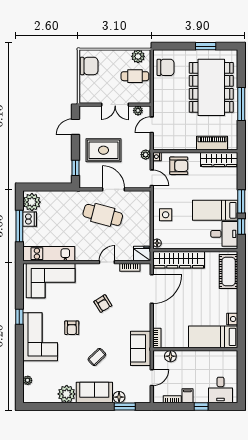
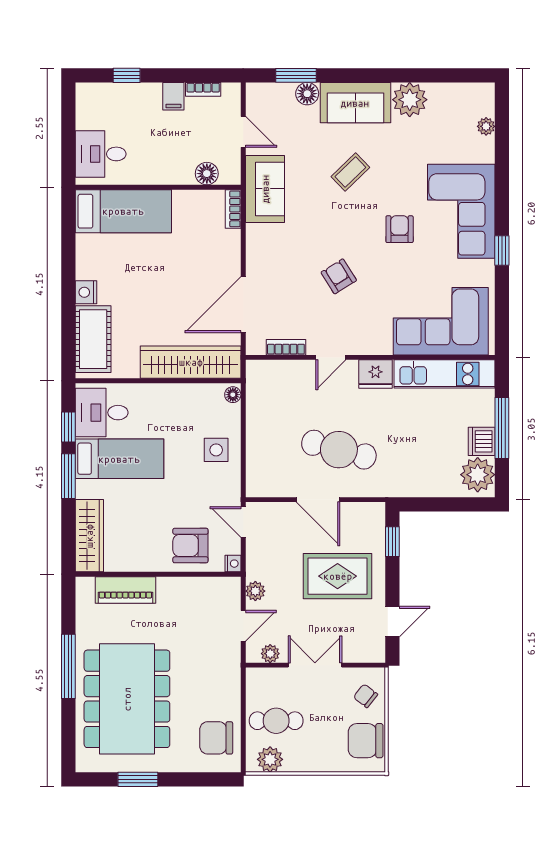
chair: (89, 89) -> (366, 696), added
plant: (146, 155) -> (255, 591), moved
wardrobe: (219, 160) -> (89, 536), moved, turned 90
fridge: (142, 254) -> (375, 374), moved
nightstand: (232, 319) -> (86, 292), moved
door: (152, 378) -> (243, 132), swing flipped
desk: (220, 390) -> (101, 154), moved, turned -90
window: (201, 406) -> (127, 75), moved

